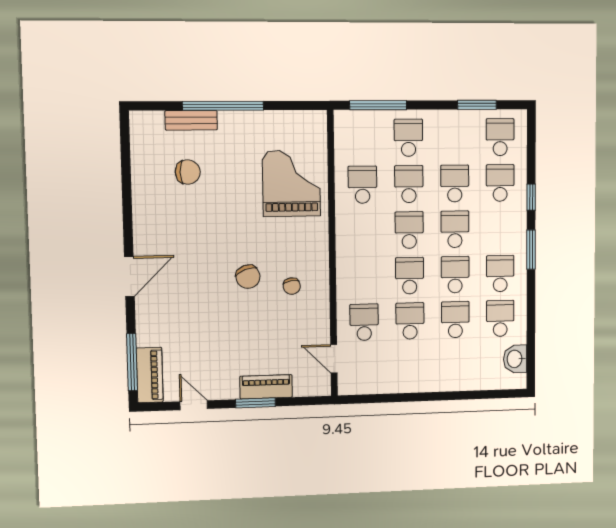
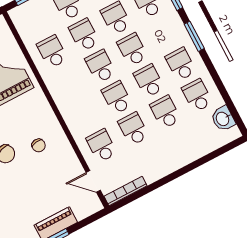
bookcase: (365, 388) -> (125, 191), added

